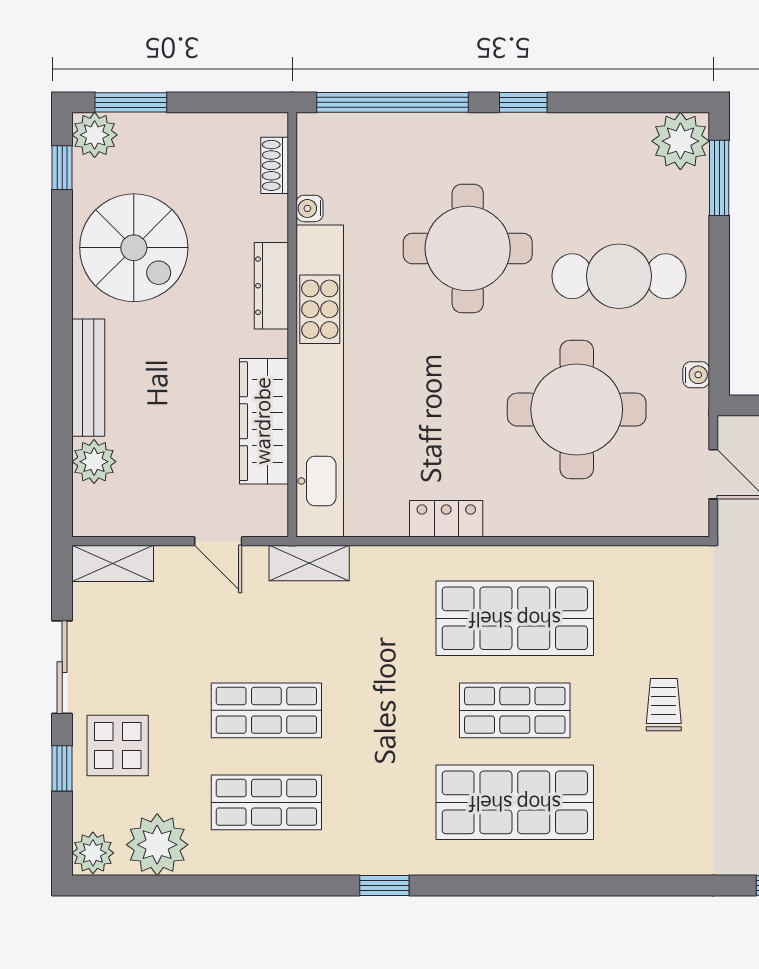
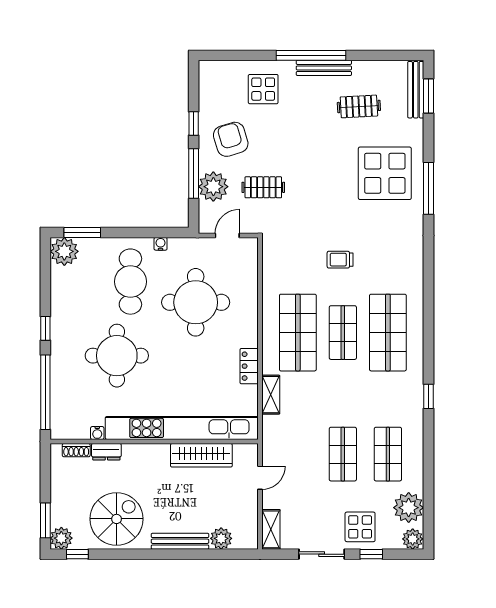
dresser: (271, 286) -> (106, 452), moved, width x0.70
water cooler: (696, 375) -> (161, 244), moved
shelving: (309, 563) -> (271, 395), moved

